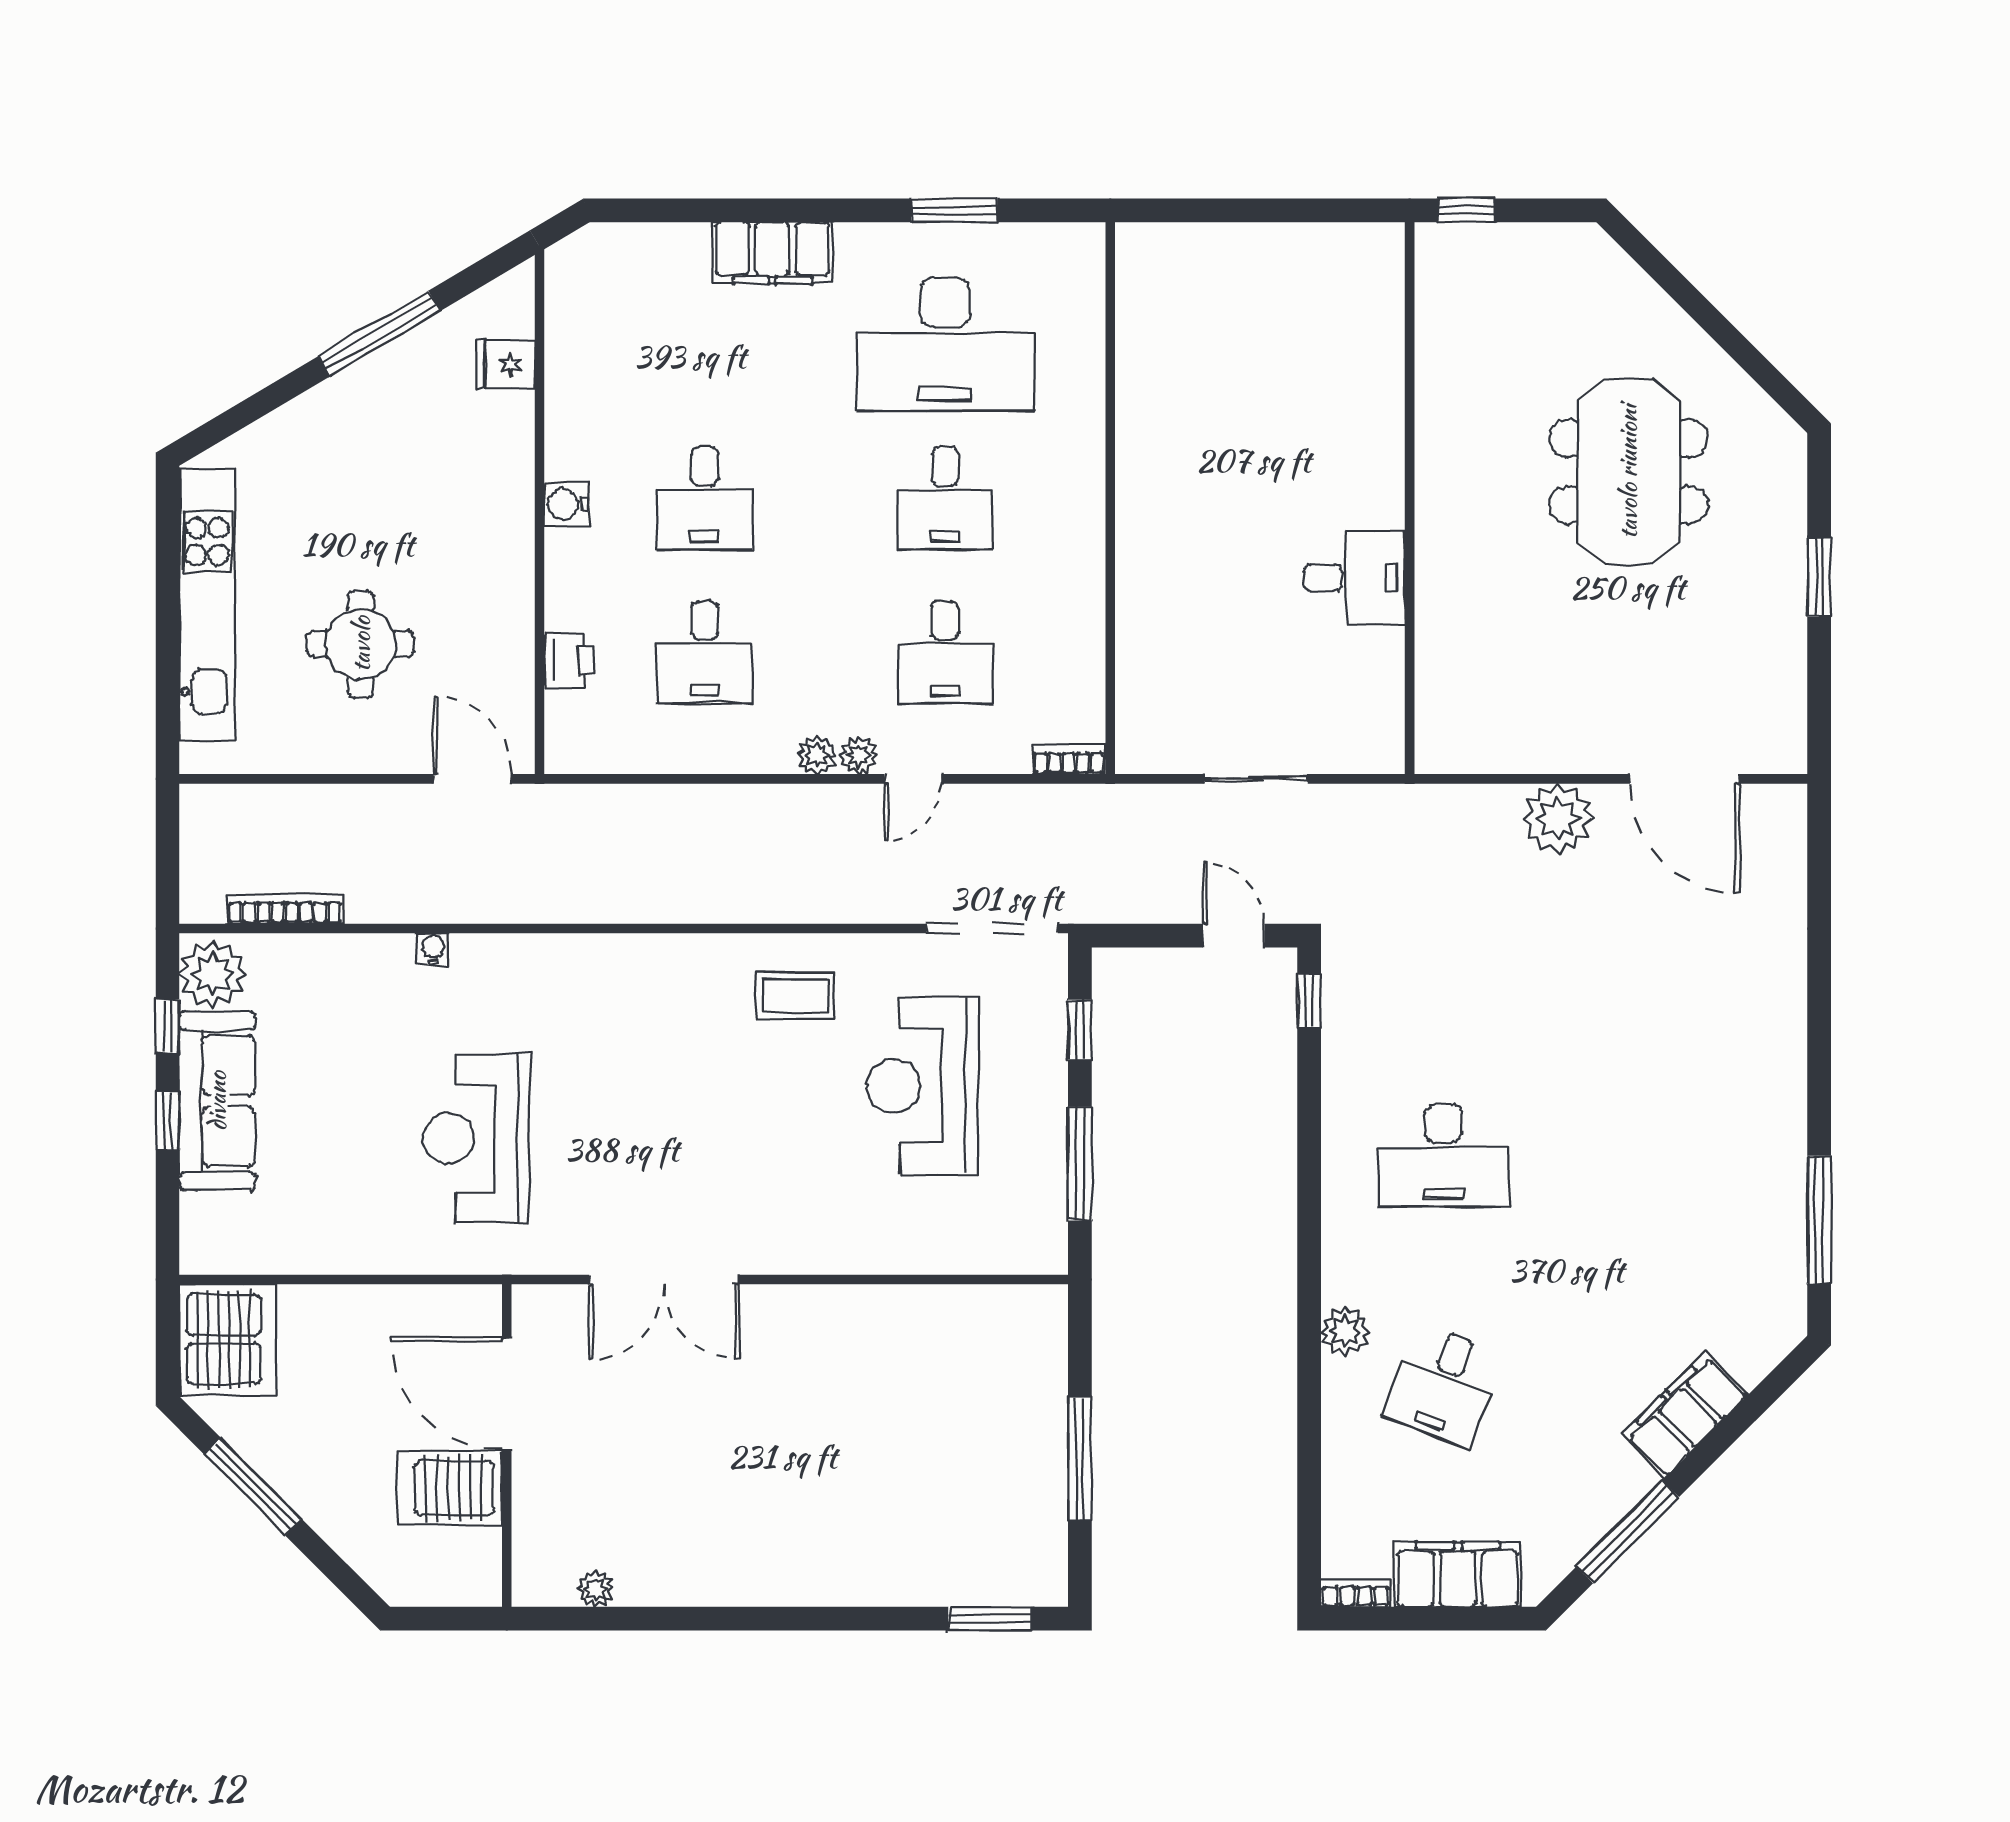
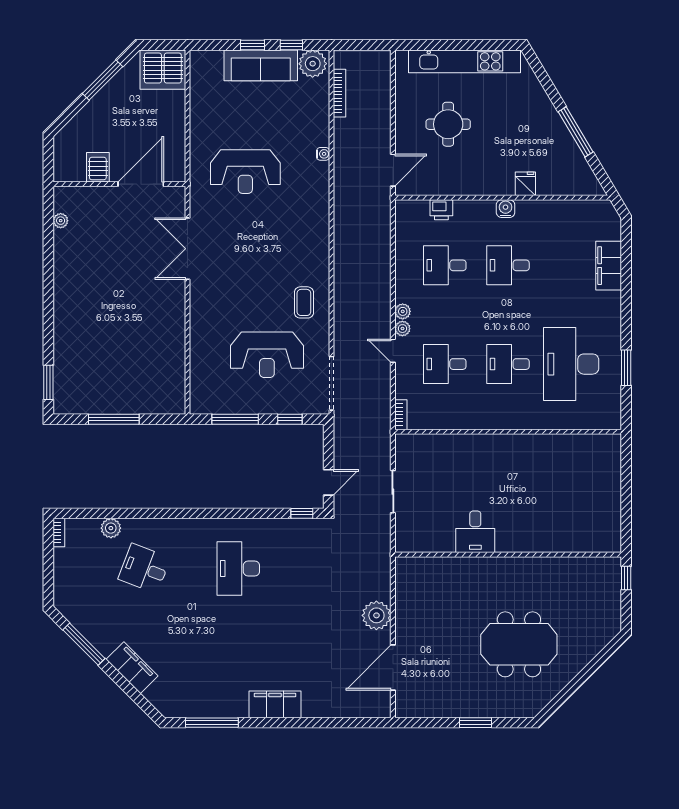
filing cabinet: (772, 253) -> (609, 266), moved
fridge: (506, 364) -> (525, 184), moved
reception desk: (922, 1086) -> (267, 355), turned 180
reception desk: (476, 1138) -> (245, 172), turned 180
plant: (1345, 1331) -> (111, 528), moved
server rack: (450, 1488) -> (98, 167), width x0.73, depth x0.70
filing cabinet: (1458, 1574) -> (275, 704), moved, turned -90

